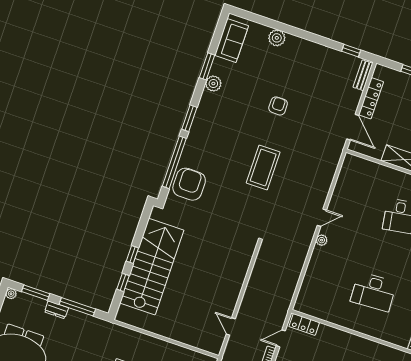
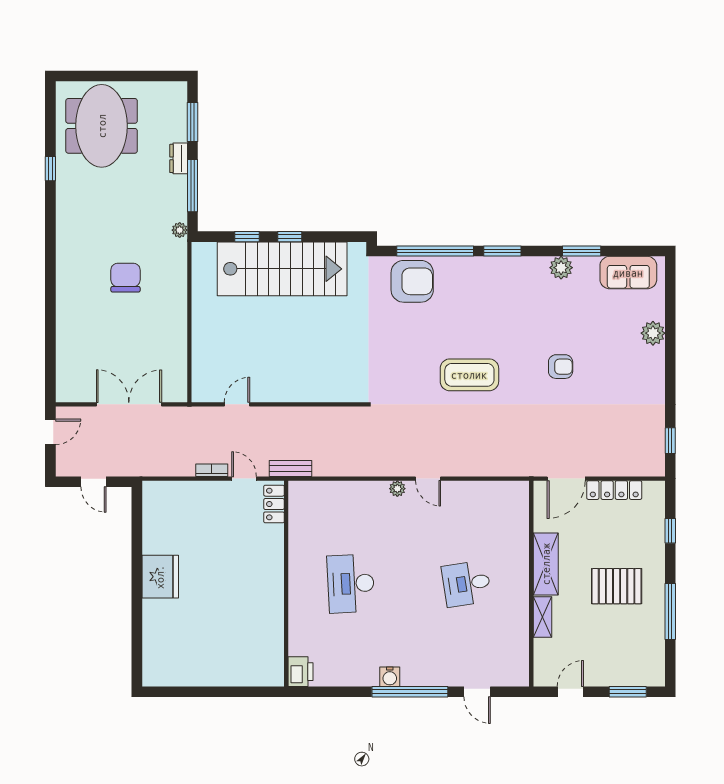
bench: (363, 75) -> (290, 468), moved
plant: (11, 294) -> (180, 230), moved

